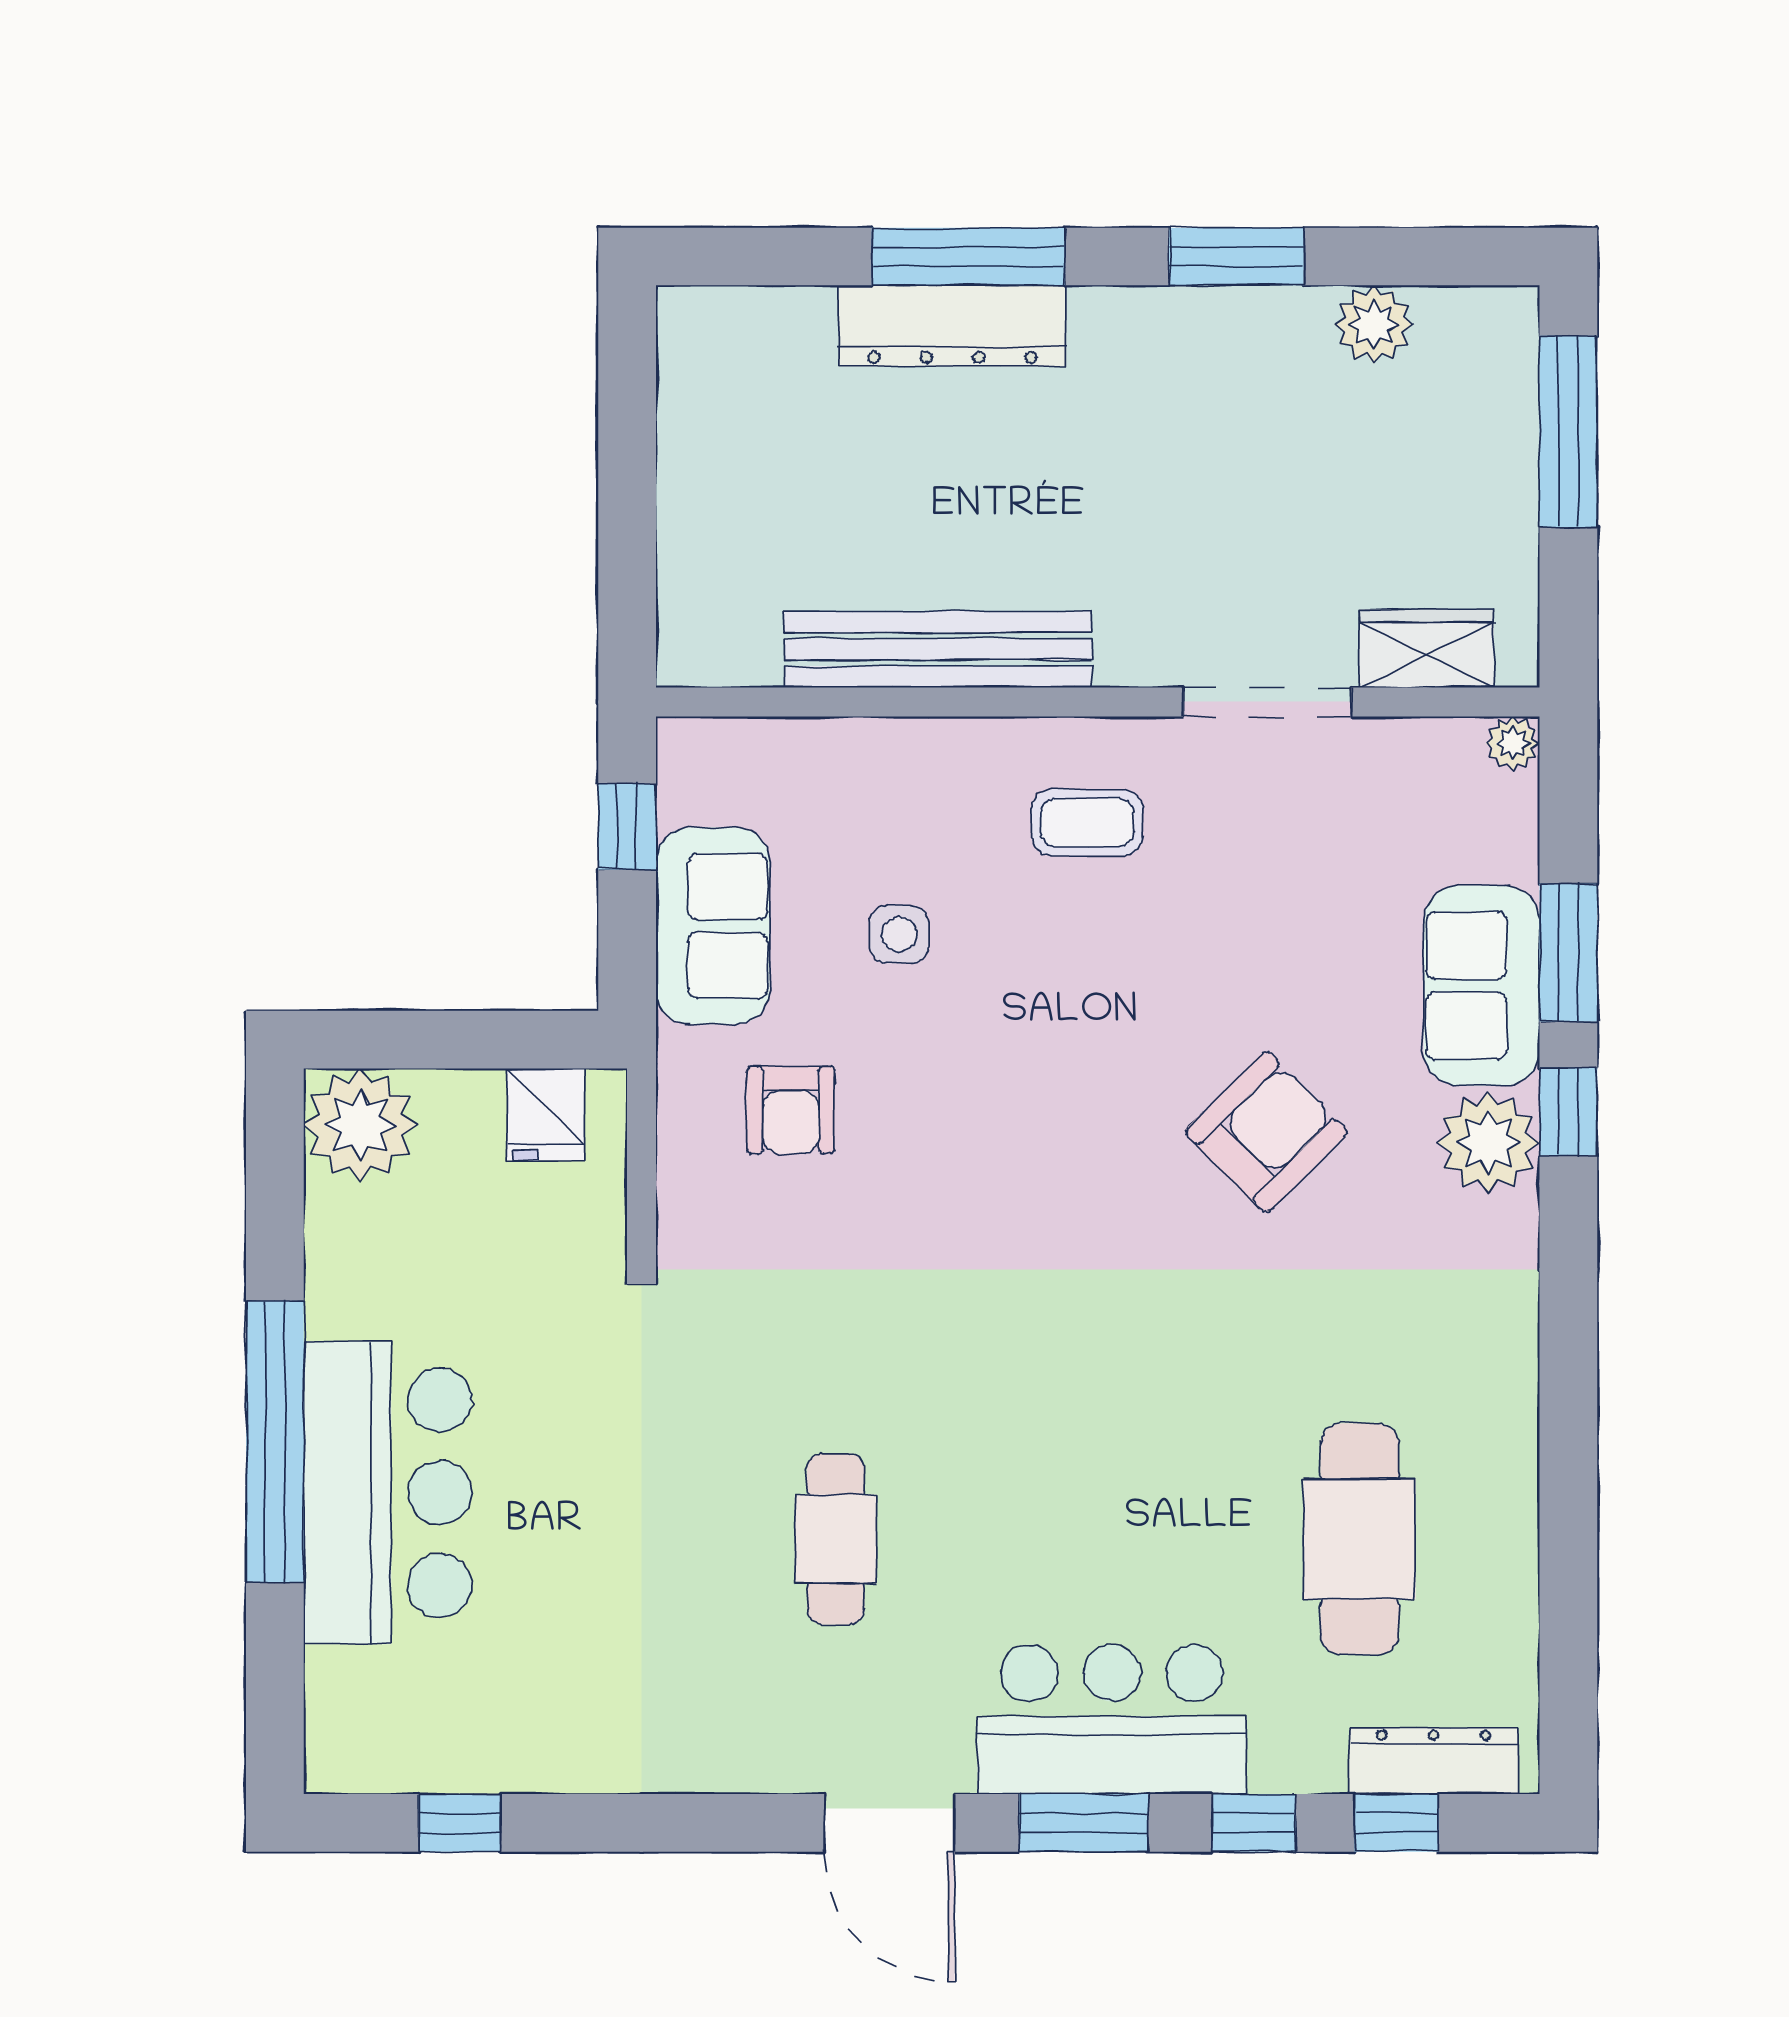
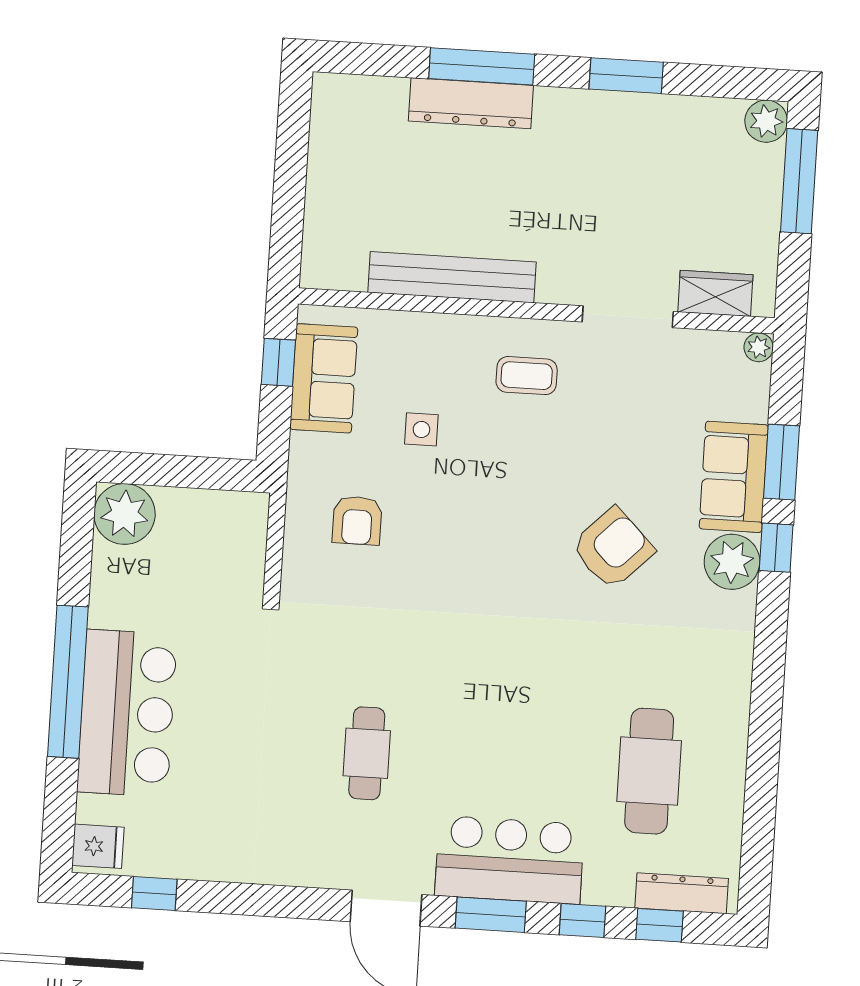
plant: (1374, 325) -> (766, 121), moved
sofa: (713, 926) -> (324, 378), moved
fridge: (546, 1114) -> (98, 846), moved, turned -90

